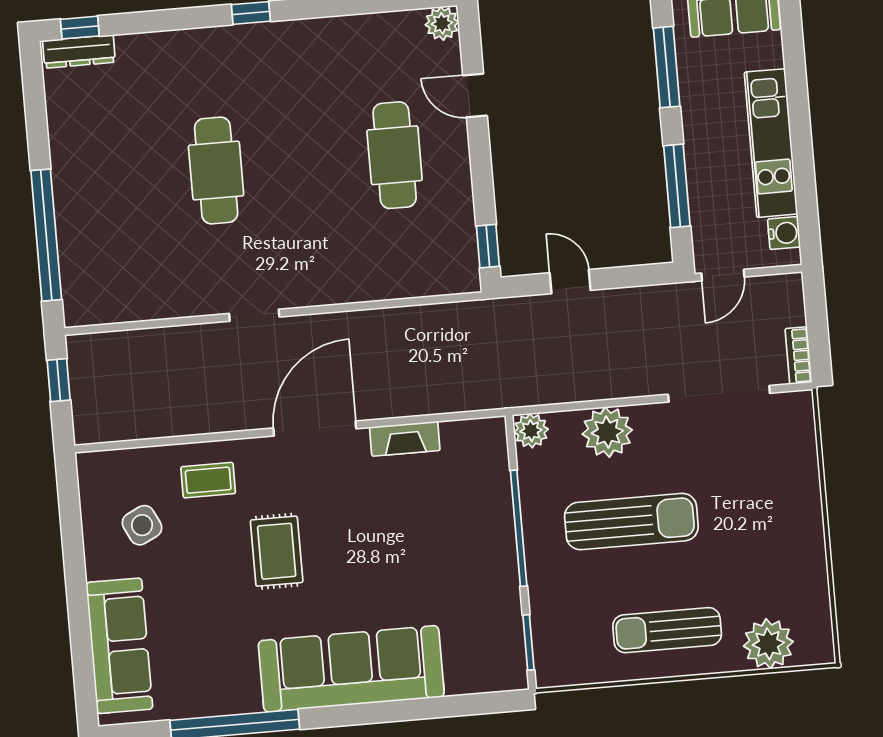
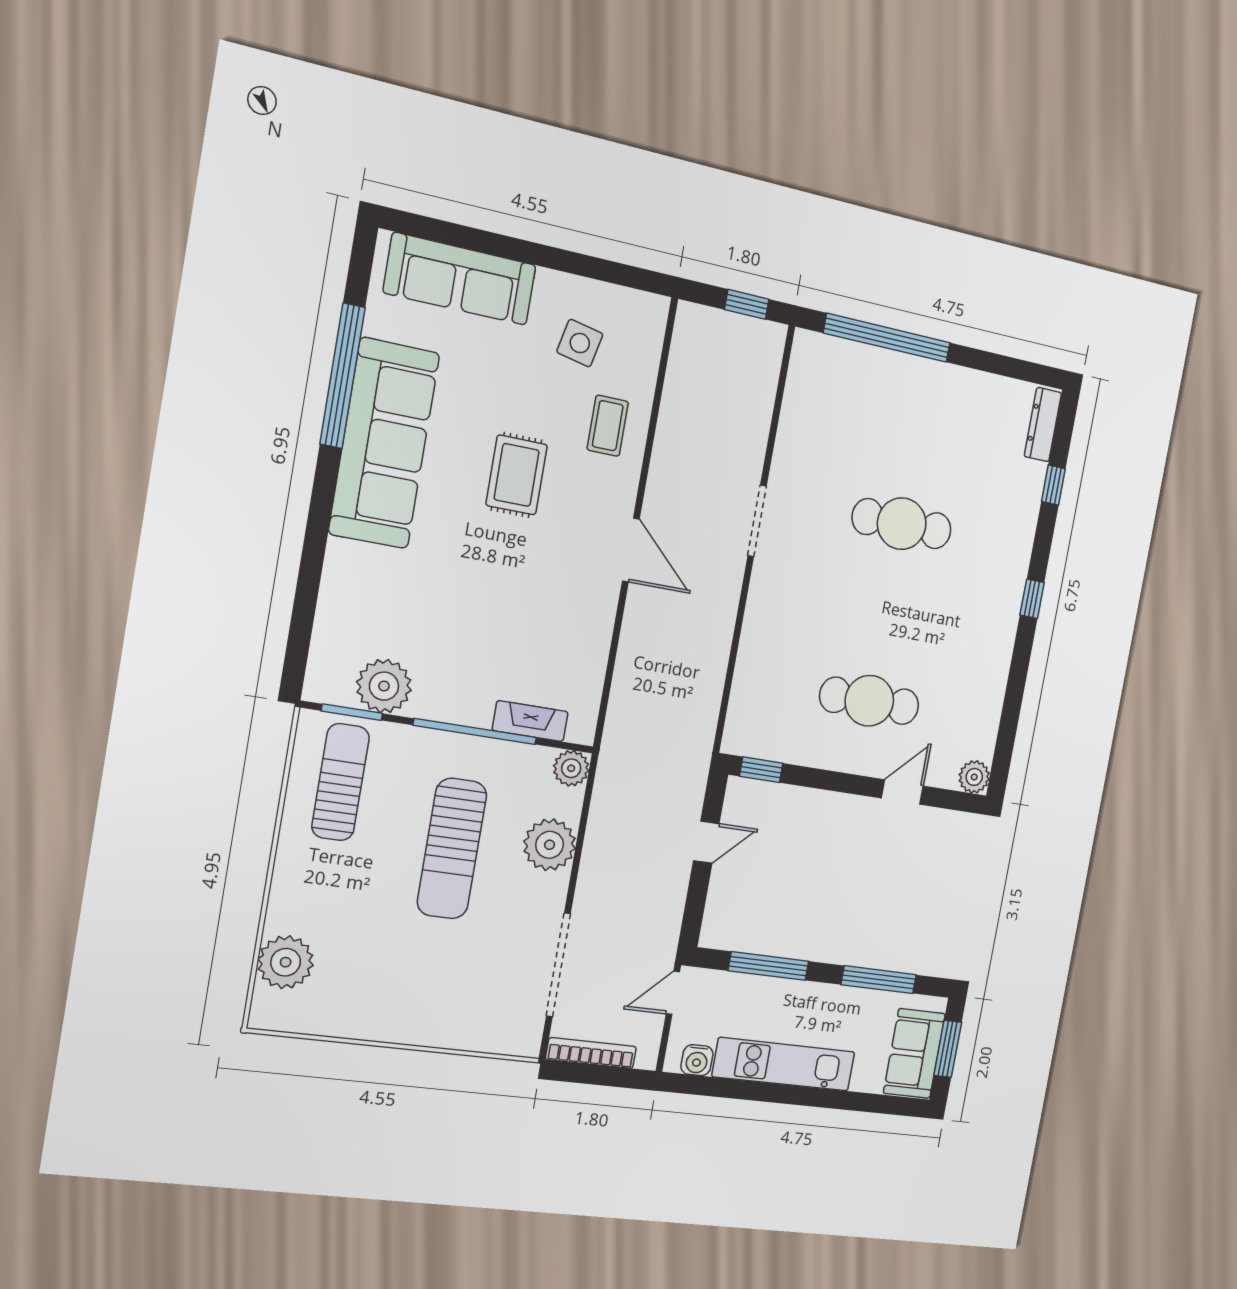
window: (80, 28) -> (1053, 485), moved
door: (723, 275) -> (673, 993), hinge flipped
doorway: (254, 315) -> (757, 521), width x1.38
bookcase: (799, 356) -> (591, 1053), width x1.56
door: (315, 428) -> (631, 550), width x0.73
fireplace: (405, 439) -> (530, 721), moved, turned 90
side table: (142, 525) -> (580, 343), turned 38
rug: (277, 551) -> (517, 475), turned 90
plant: (498, 620) -> (384, 686), added
sun lounger: (667, 630) -> (340, 782), moved
sofa: (351, 669) -> (384, 443), moved

